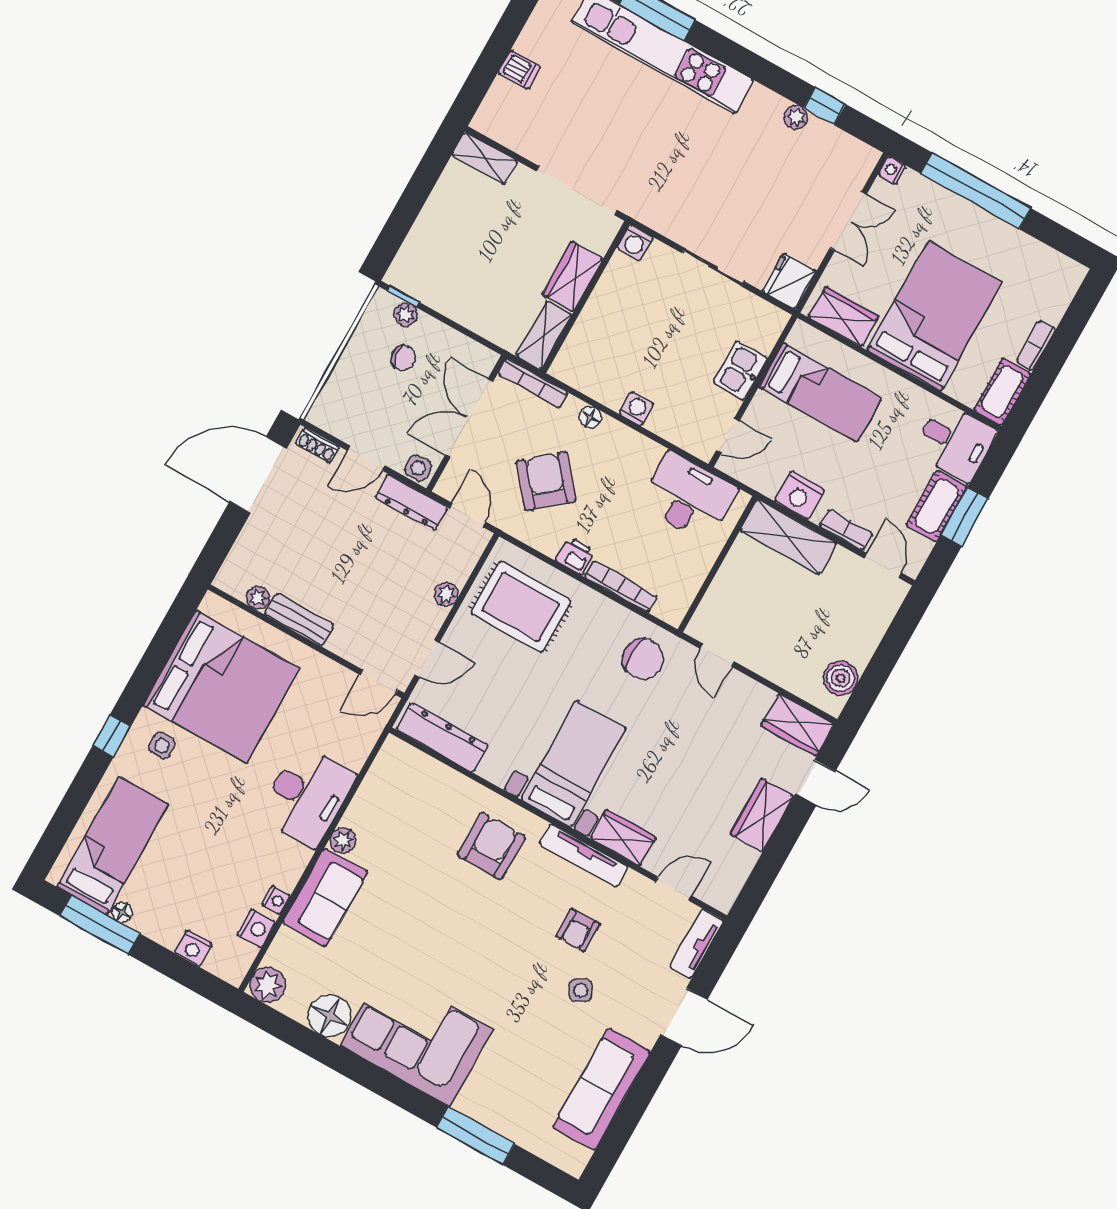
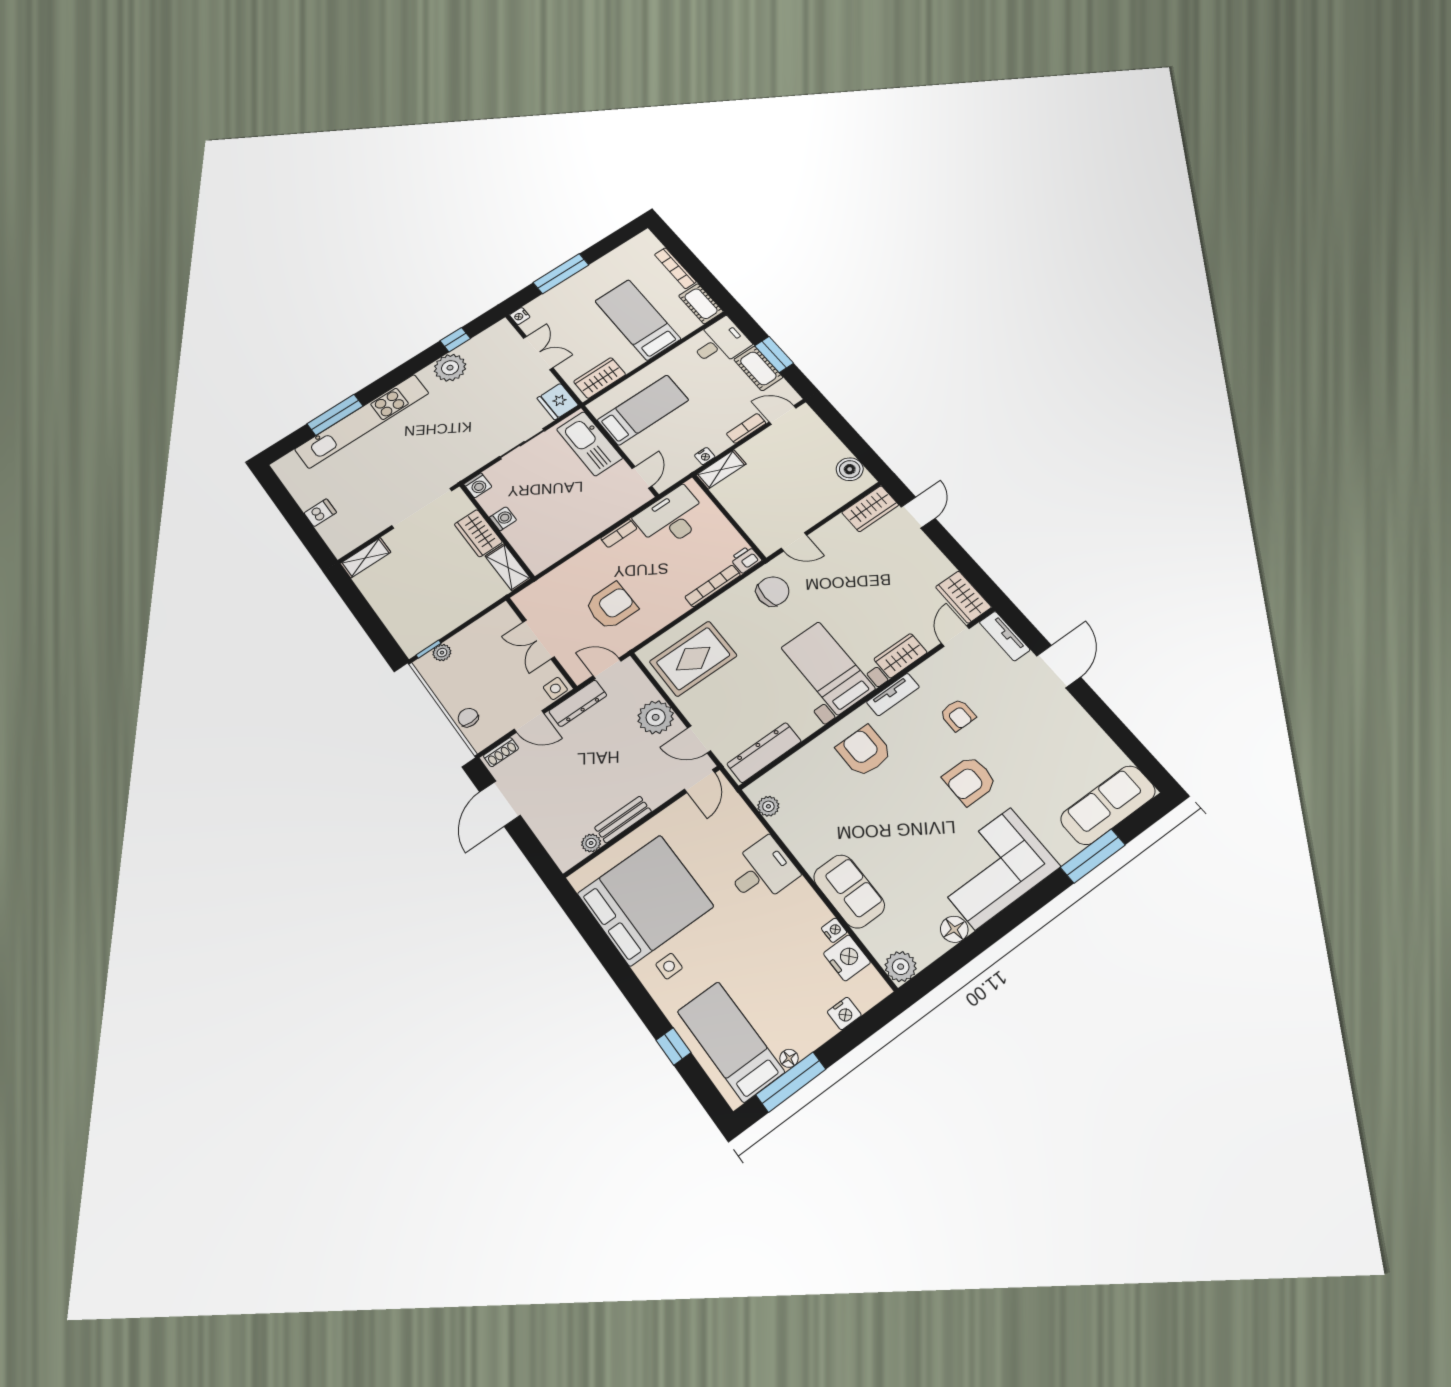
plant: (796, 117) -> (450, 368), width x1.88, depth x1.88
window: (976, 191) -> (561, 274), width x0.68
bed: (934, 316) -> (638, 320), width x0.67
bookcase: (1036, 346) -> (675, 268), width x1.56
chair: (403, 358) -> (468, 718), moved, turned -82
kitchen sink: (740, 371) -> (589, 444), width x1.88, depth x1.24
bookcase: (533, 383) -> (619, 533), moved, width x0.64
washing machine: (636, 409) -> (503, 519), moved, turned 90
floor lamp: (590, 417) -> (581, 559), removed
double door: (469, 418) -> (539, 639), width x0.73
door: (366, 458) -> (529, 721), hinge flipped
door: (258, 475) -> (500, 804), width x0.73
armchair: (546, 481) -> (611, 606), turned 130
nightstand: (799, 495) -> (705, 456), width x0.53, depth x0.56
shelving: (789, 537) -> (721, 469), width x0.67, depth x0.75
printer: (575, 556) -> (746, 559), moved
plant: (446, 594) -> (656, 717), width x1.87, depth x1.87
door: (427, 659) -> (699, 739), swing flipped
window: (112, 736) -> (673, 1046), moved
desk: (307, 796) -> (762, 871), width x0.73
wardrobe: (762, 815) -> (963, 597), moved
plant: (343, 841) -> (768, 806), moved
tv unit: (584, 856) -> (893, 694), width x0.71
nightstand: (256, 928) -> (847, 958), width x1.36, depth x1.33
armchair: (506, 974) -> (970, 780), added
side table: (581, 990) -> (1006, 731), removed
floor lamp: (330, 1016) -> (954, 929), width x0.73, depth x0.73
sofa: (602, 1089) -> (1108, 805), moved, turned 90

